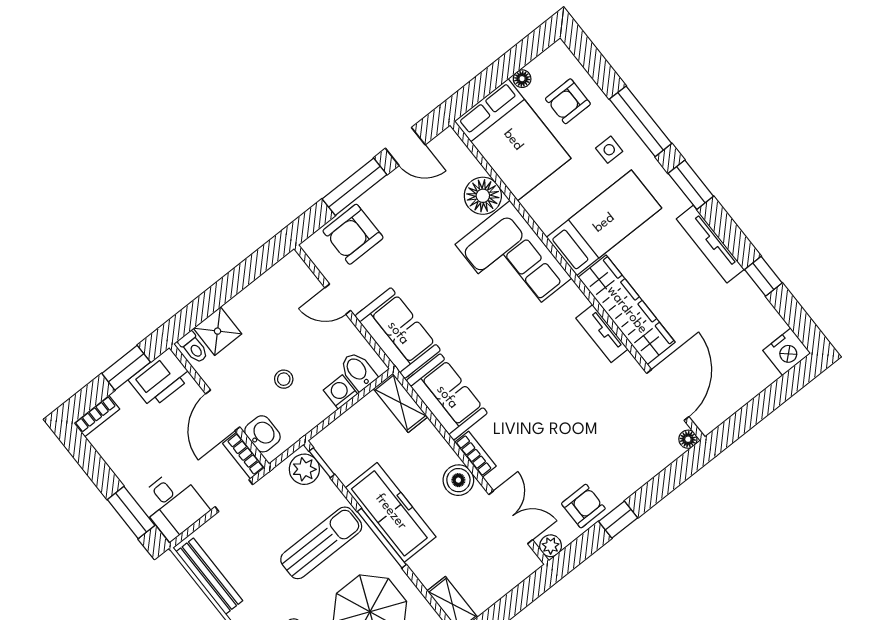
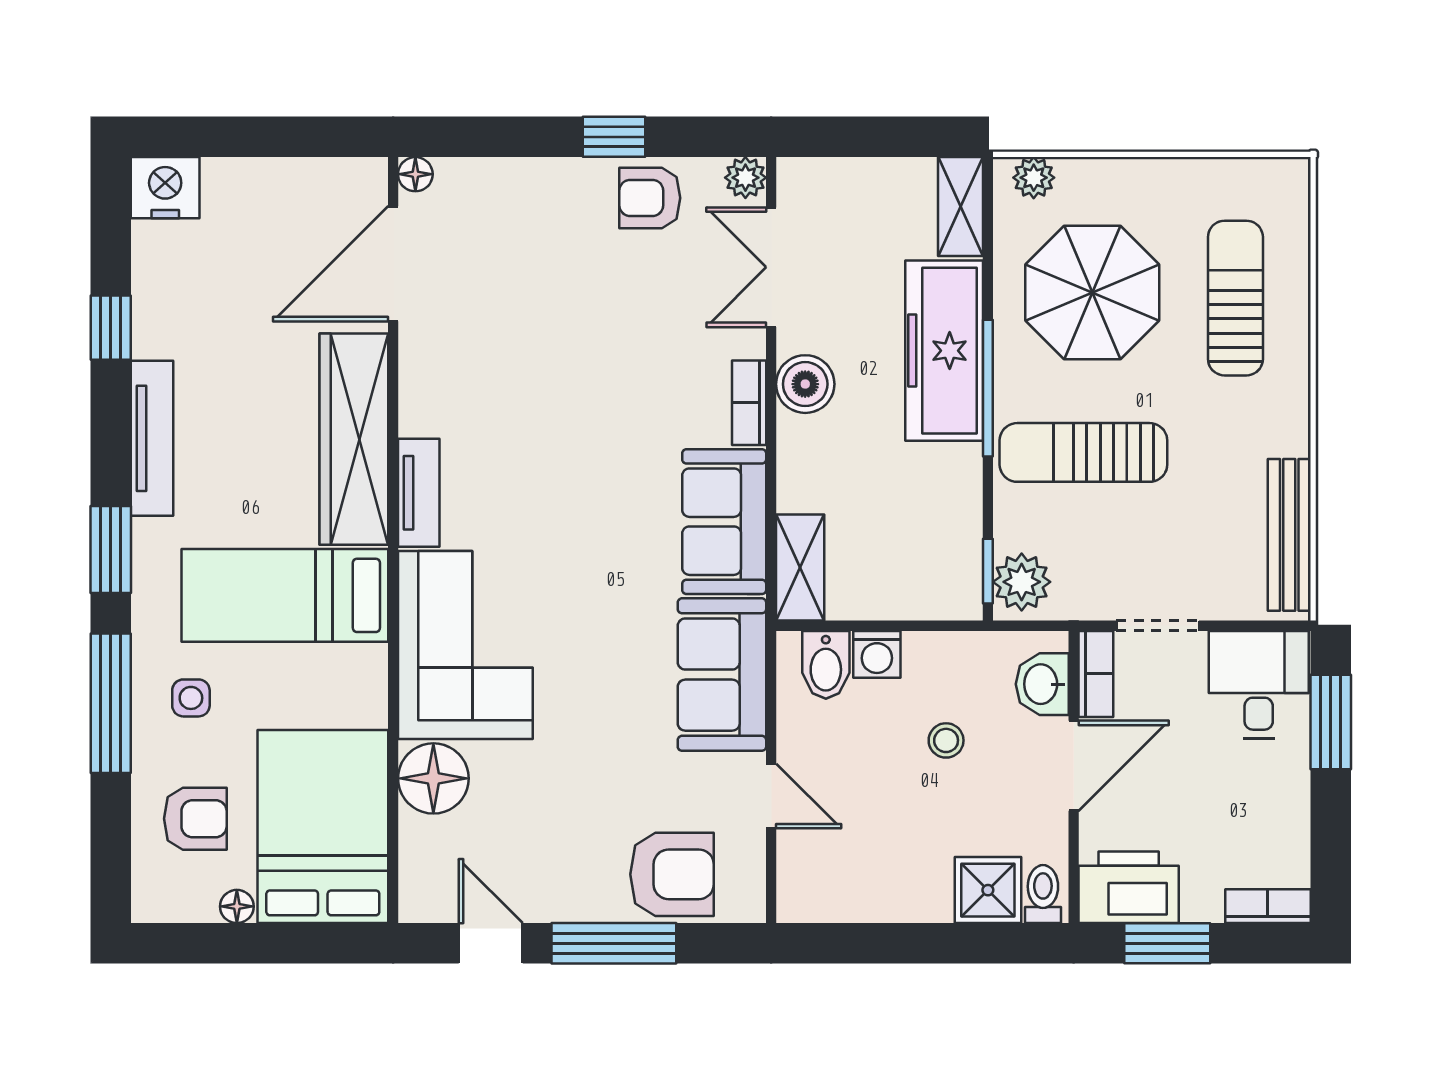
tv unit: (602, 334) -> (419, 493), moved
freezer: (391, 512) -> (944, 351), moved

